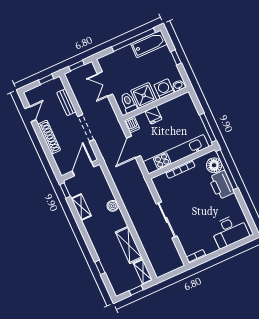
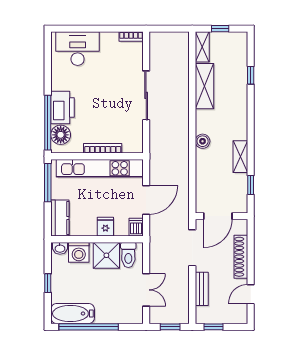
kitchen counter: (188, 107) -> (60, 218), added
door: (83, 169) -> (218, 216), moved
wall: (80, 170) -> (221, 216), moved

